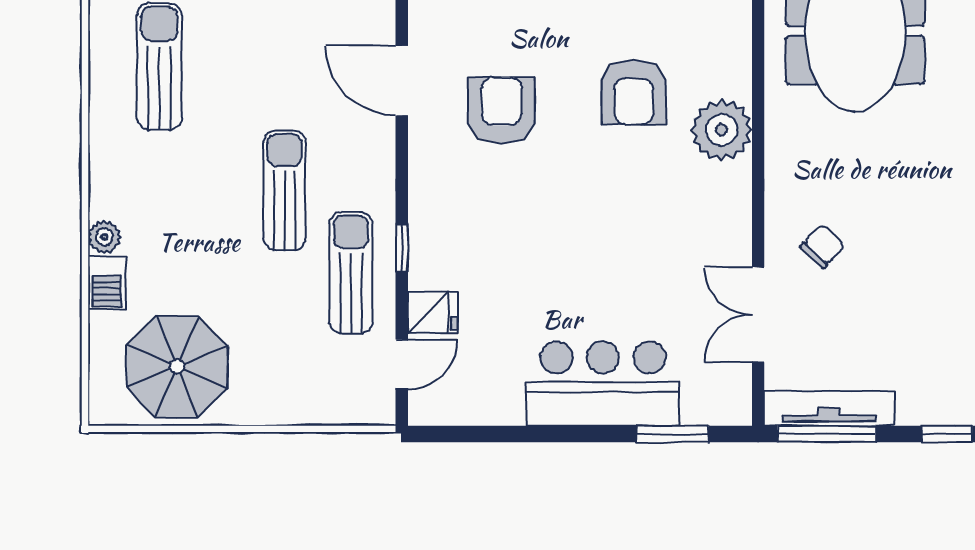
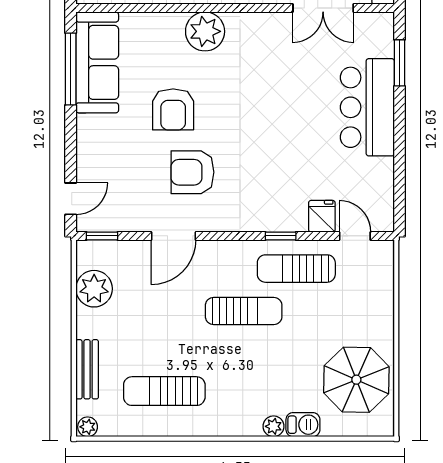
armchair: (634, 92) -> (173, 109), moved, turned 90
sun lounger: (285, 190) -> (244, 311), turned 180

